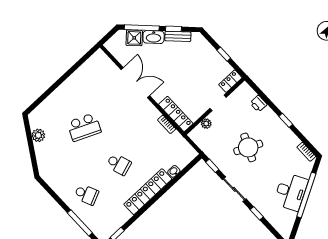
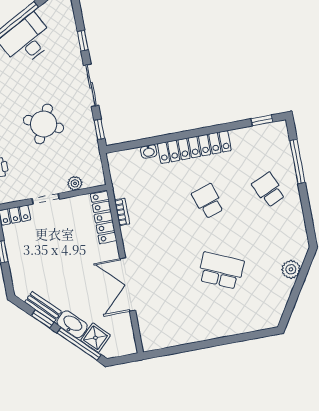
plant: (38, 135) -> (291, 269), moved

